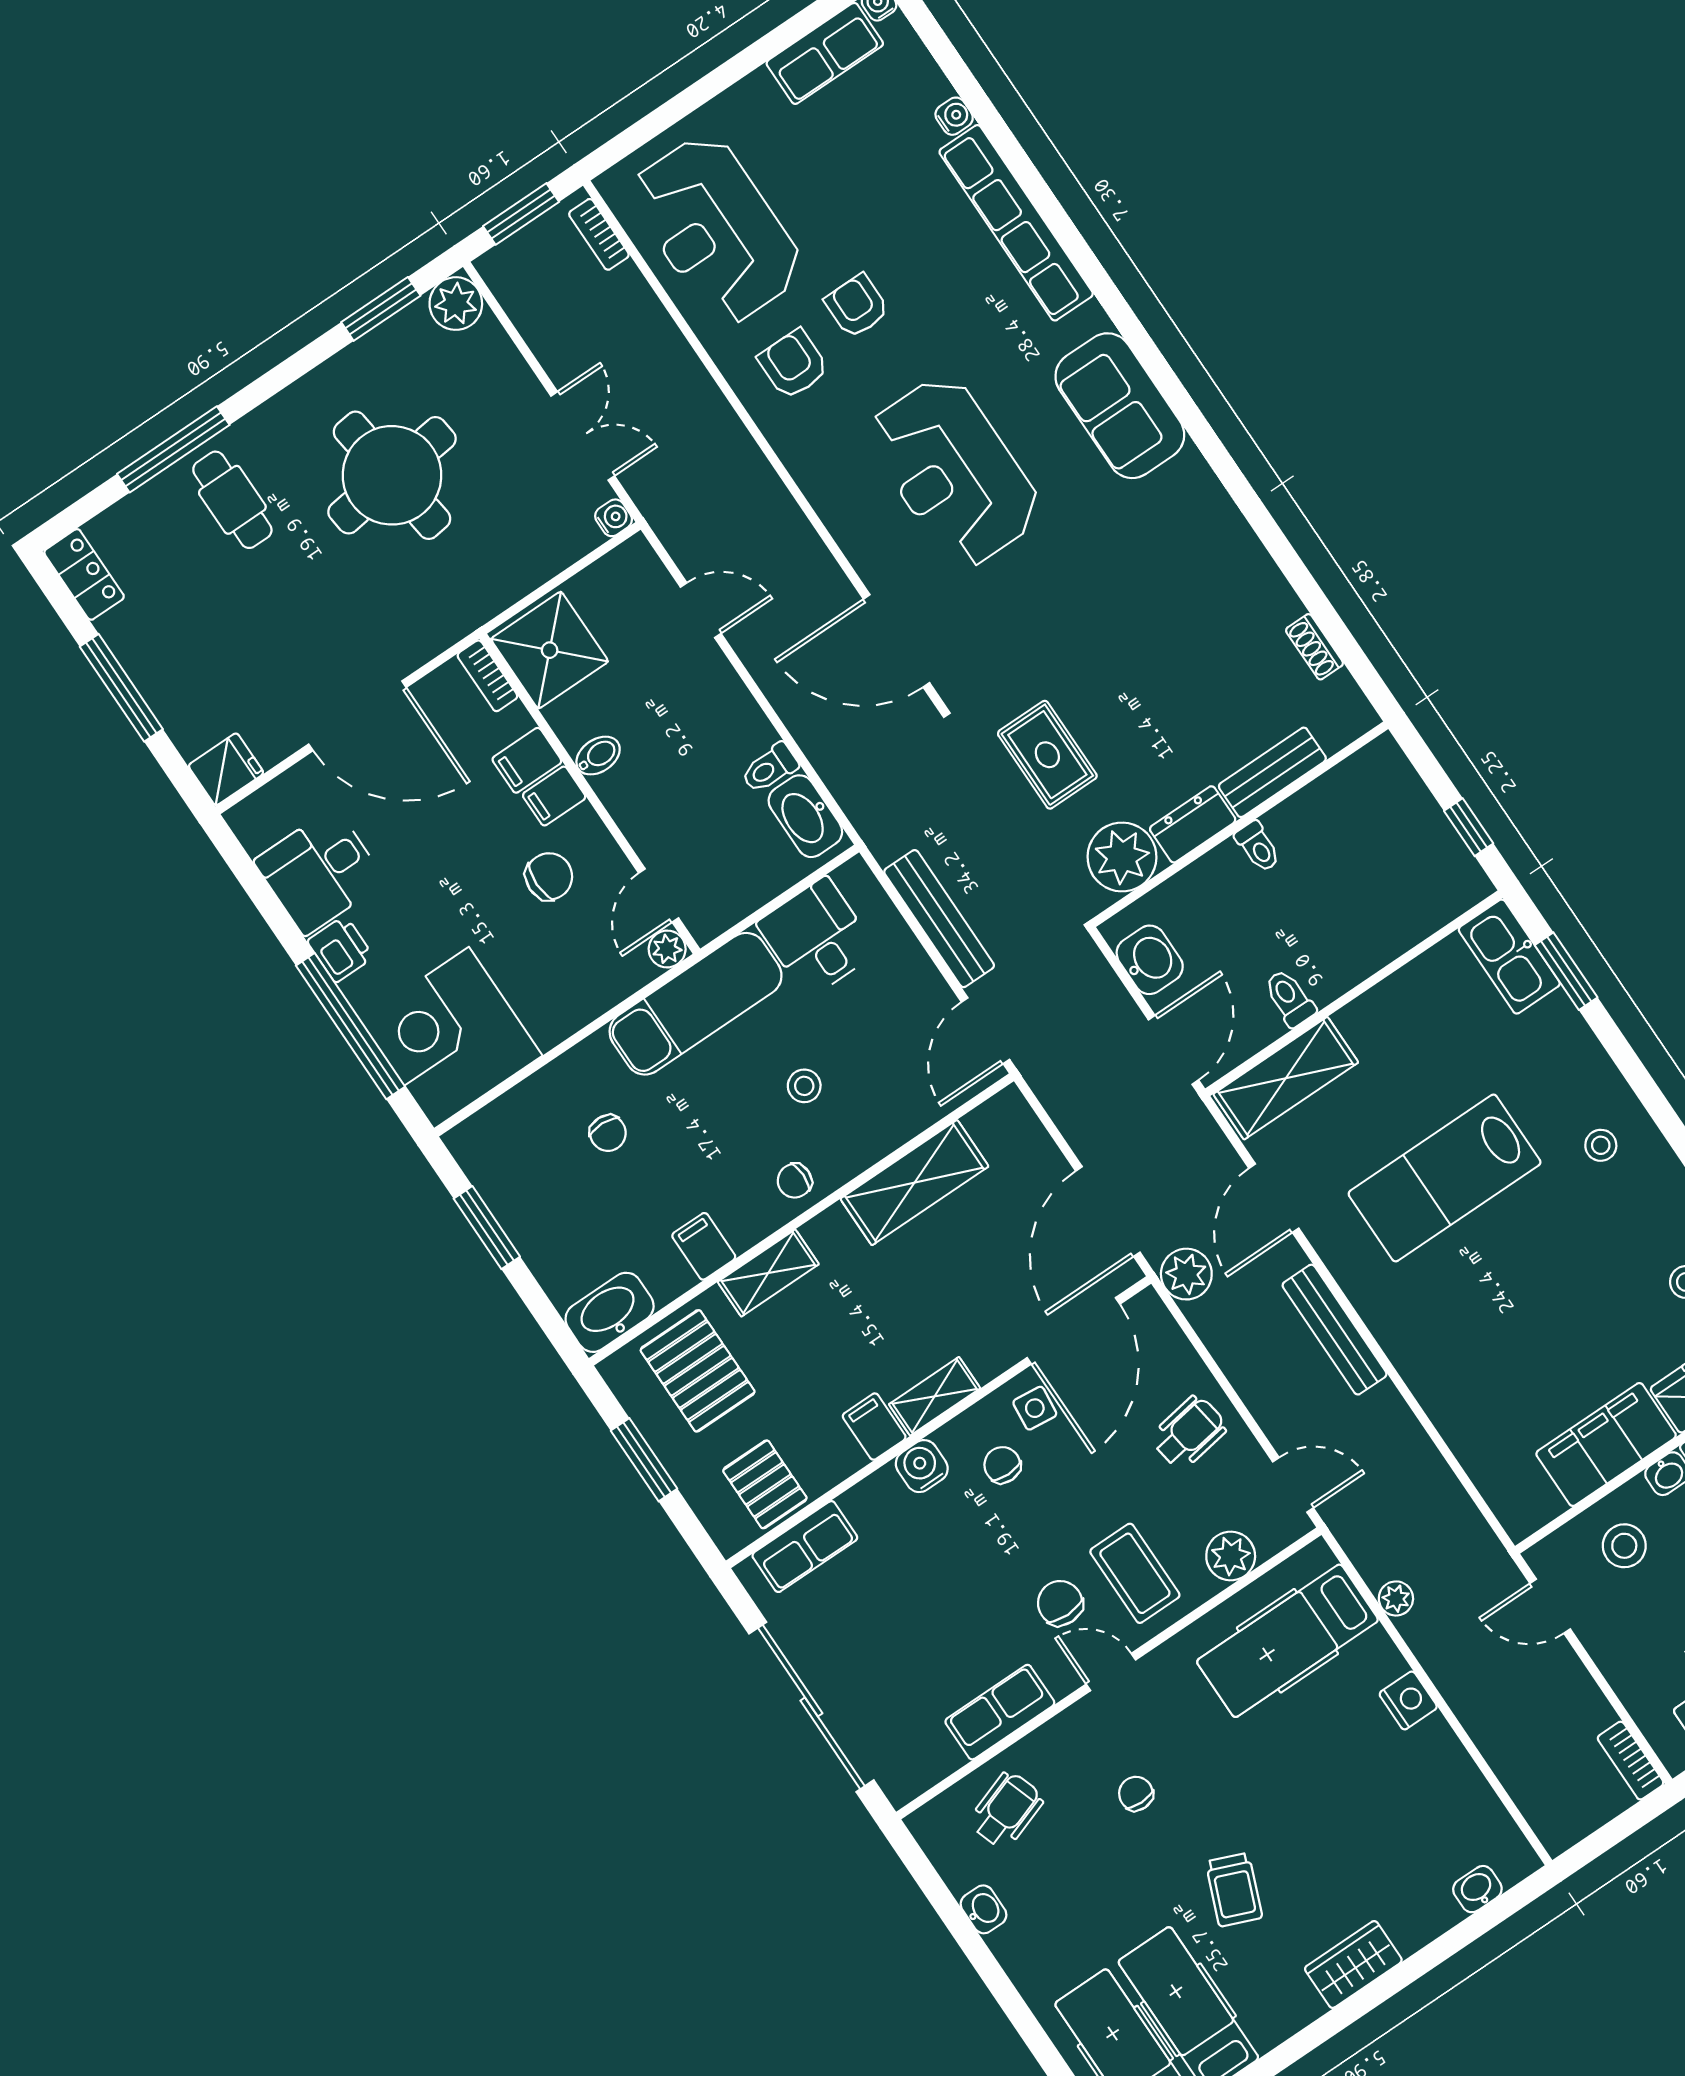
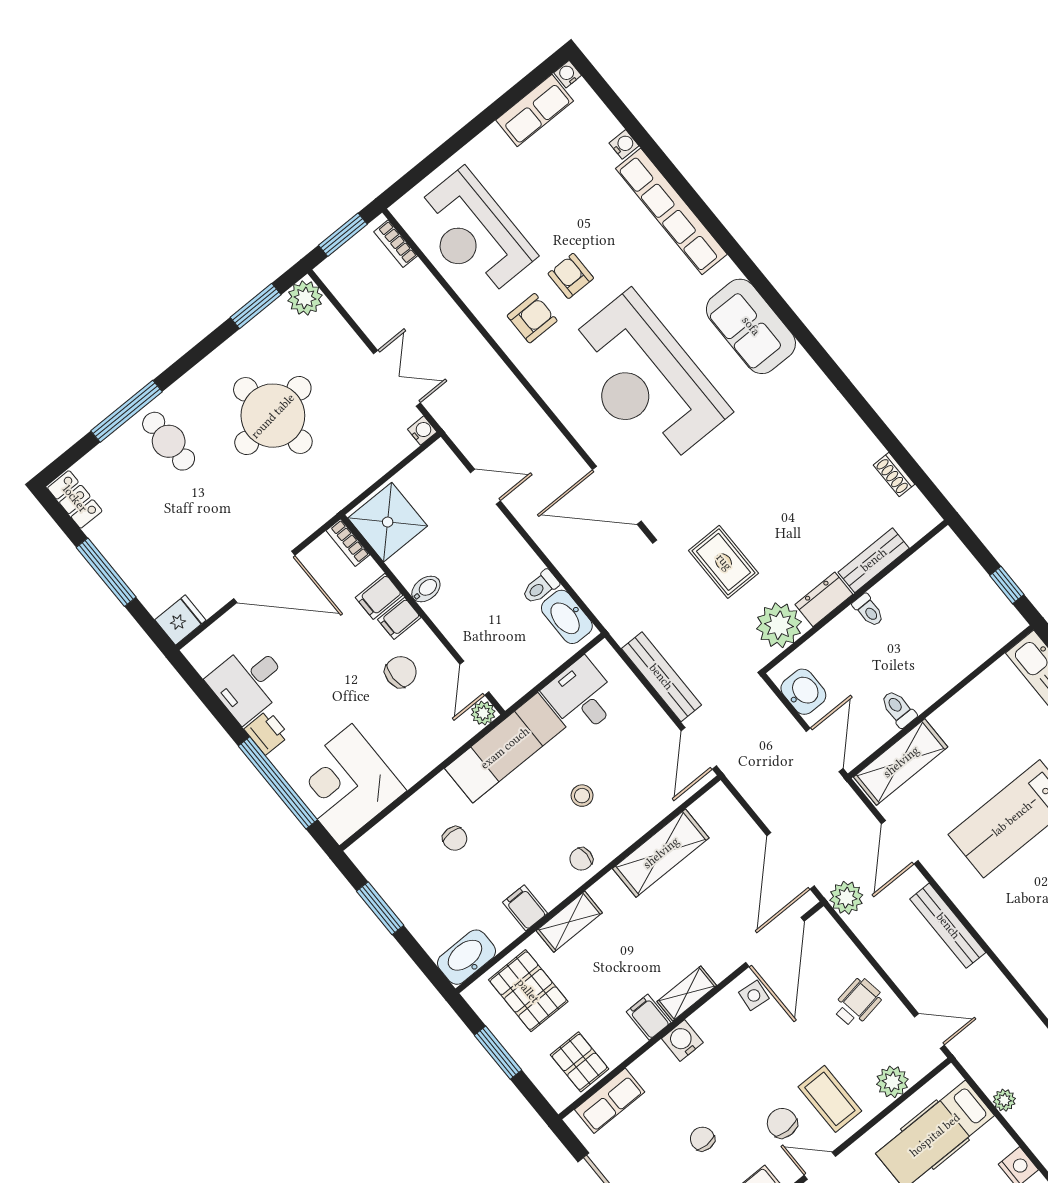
armchair: (793, 364) -> (532, 318), turned 90
reception desk: (954, 472) -> (645, 380), width x1.36, depth x1.30
chair: (1002, 1465) -> (702, 1139), moved

